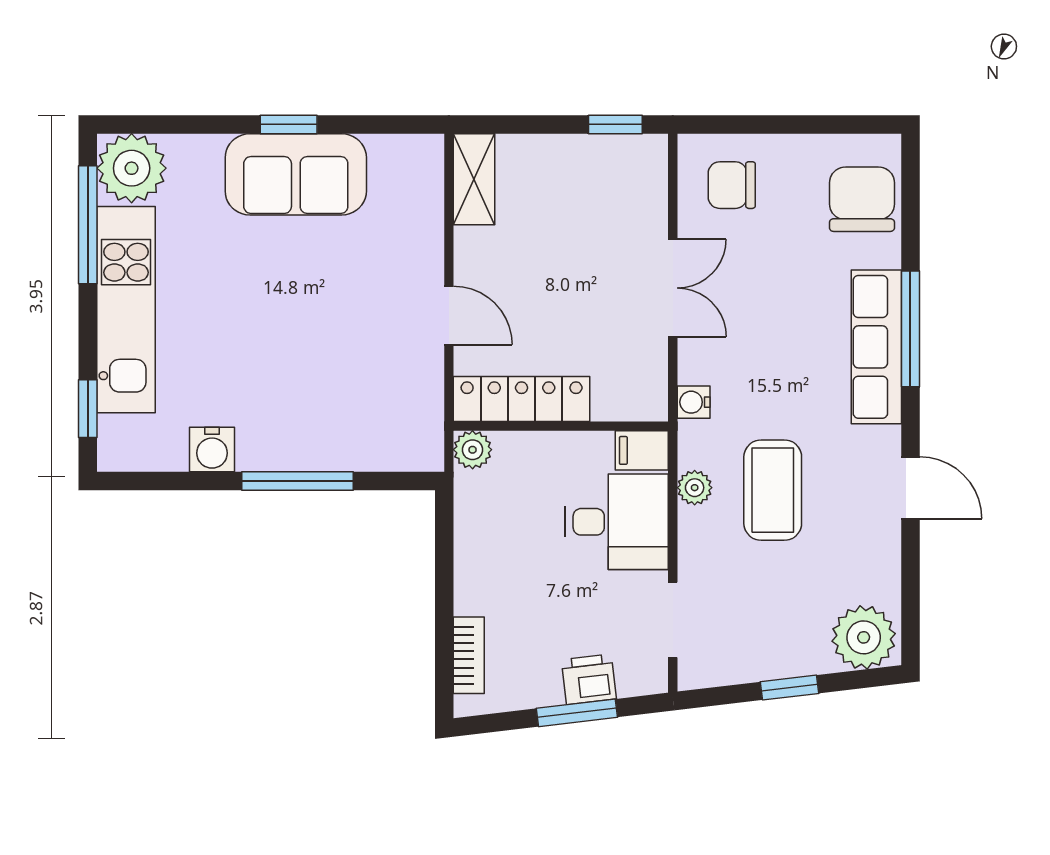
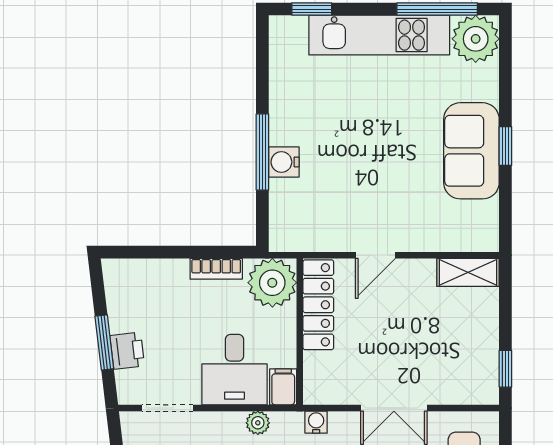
water cooler: (212, 449) -> (284, 162), moved
plant: (473, 450) -> (272, 283), width x1.88, depth x1.88
bookcase: (469, 655) -> (216, 269), moved

